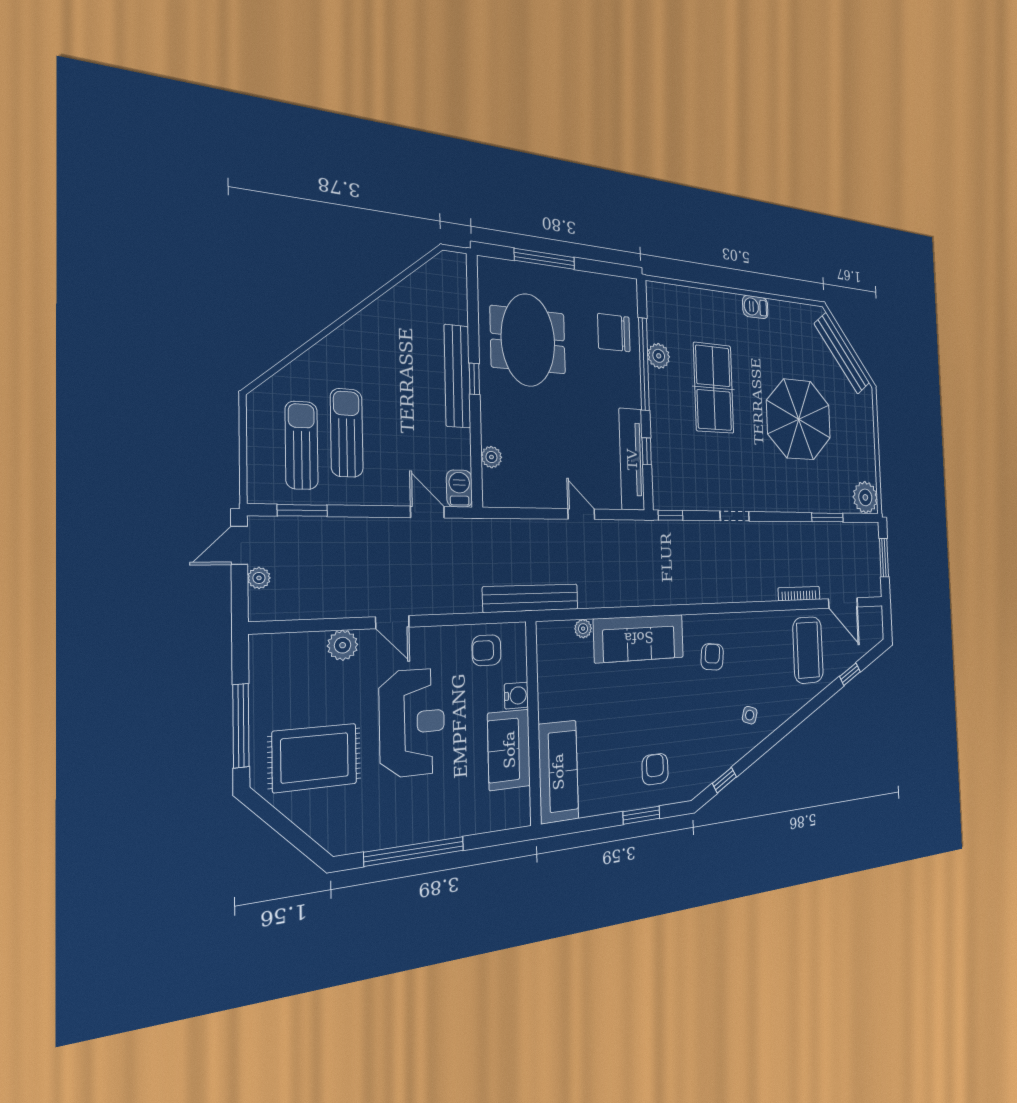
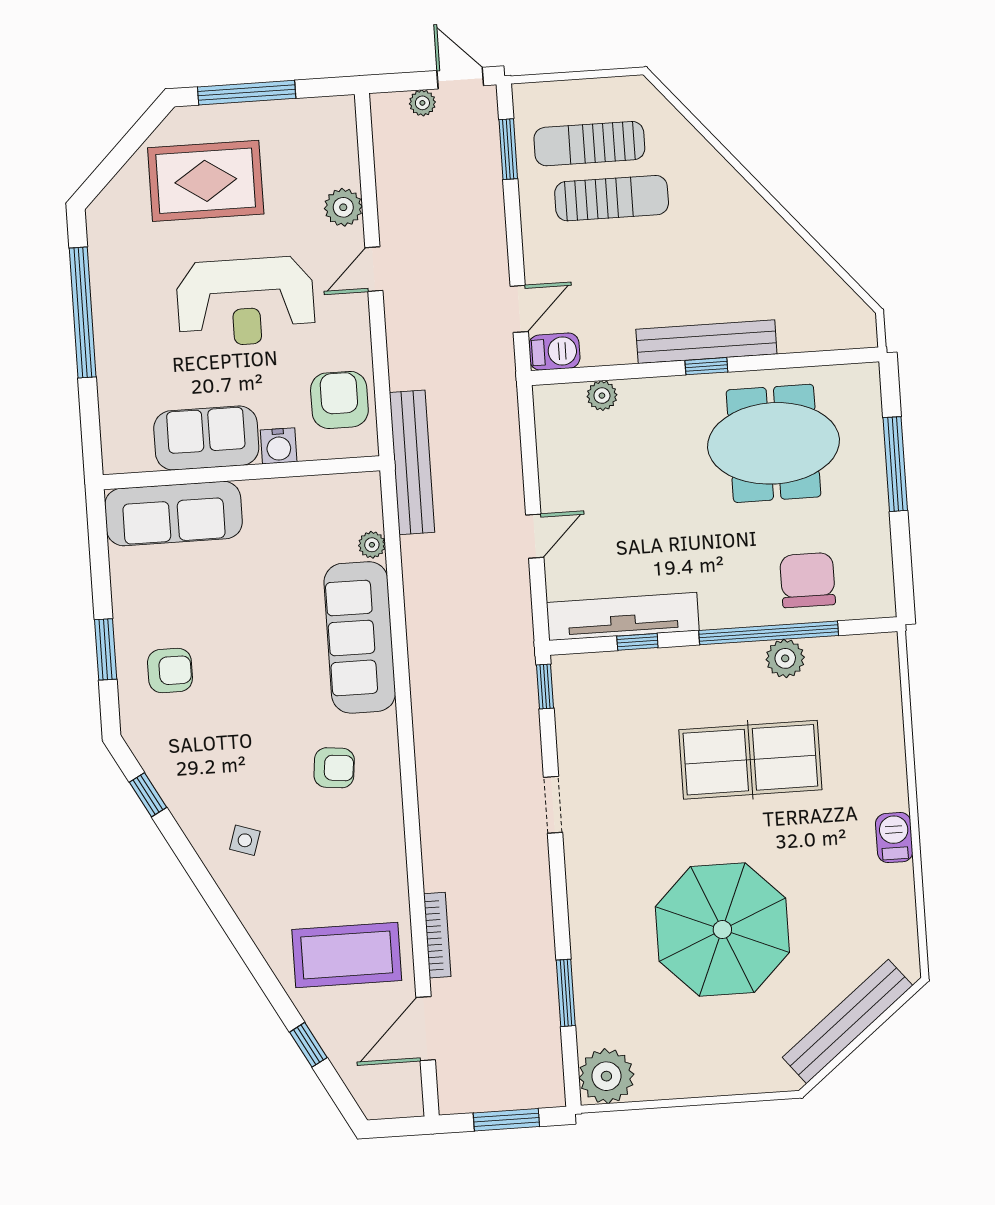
sun lounger: (302, 445) -> (589, 144), turned 180
armchair: (487, 650) -> (339, 400), width x1.38, depth x1.38
rug: (315, 758) -> (206, 181), turned 90

